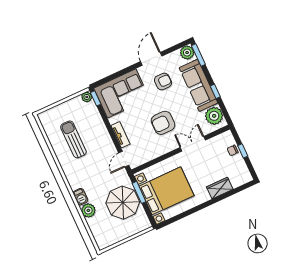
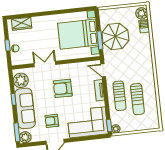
armchair: (163, 123) -> (63, 88), turned 180
sun lounger: (95, 136) -> (120, 96), added
double door: (193, 144) -> (45, 64), swing flipped
door: (124, 159) -> (103, 70), swing flipped
wardrobe: (220, 188) -> (22, 24), moved
barbecue: (80, 197) -> (144, 26), moved
plant: (88, 210) -> (142, 13), moved

